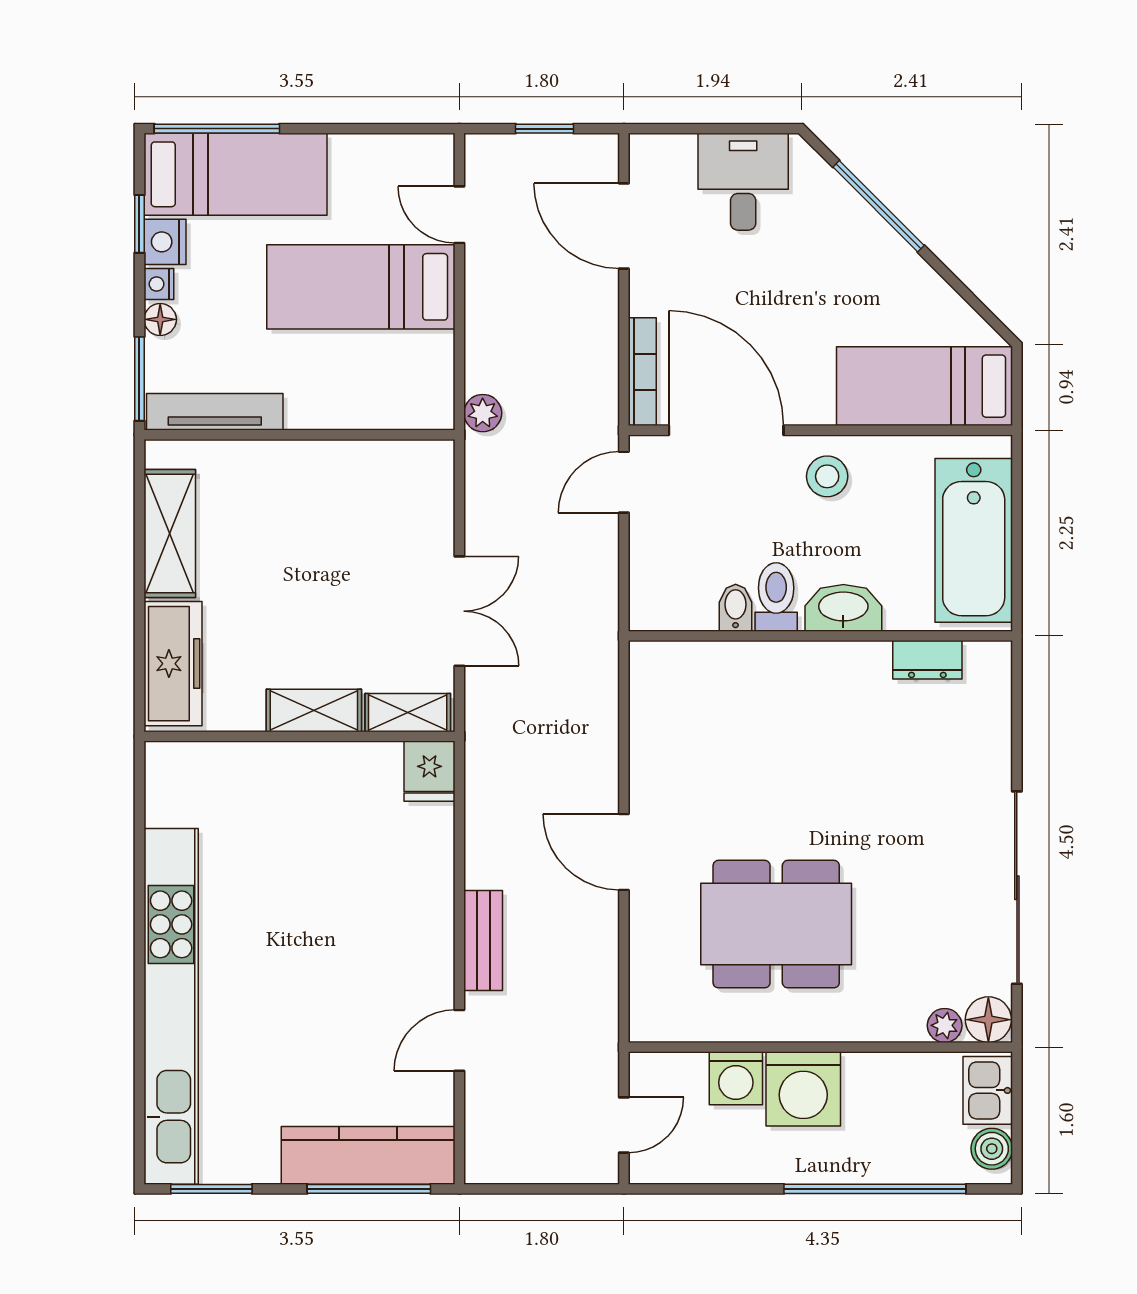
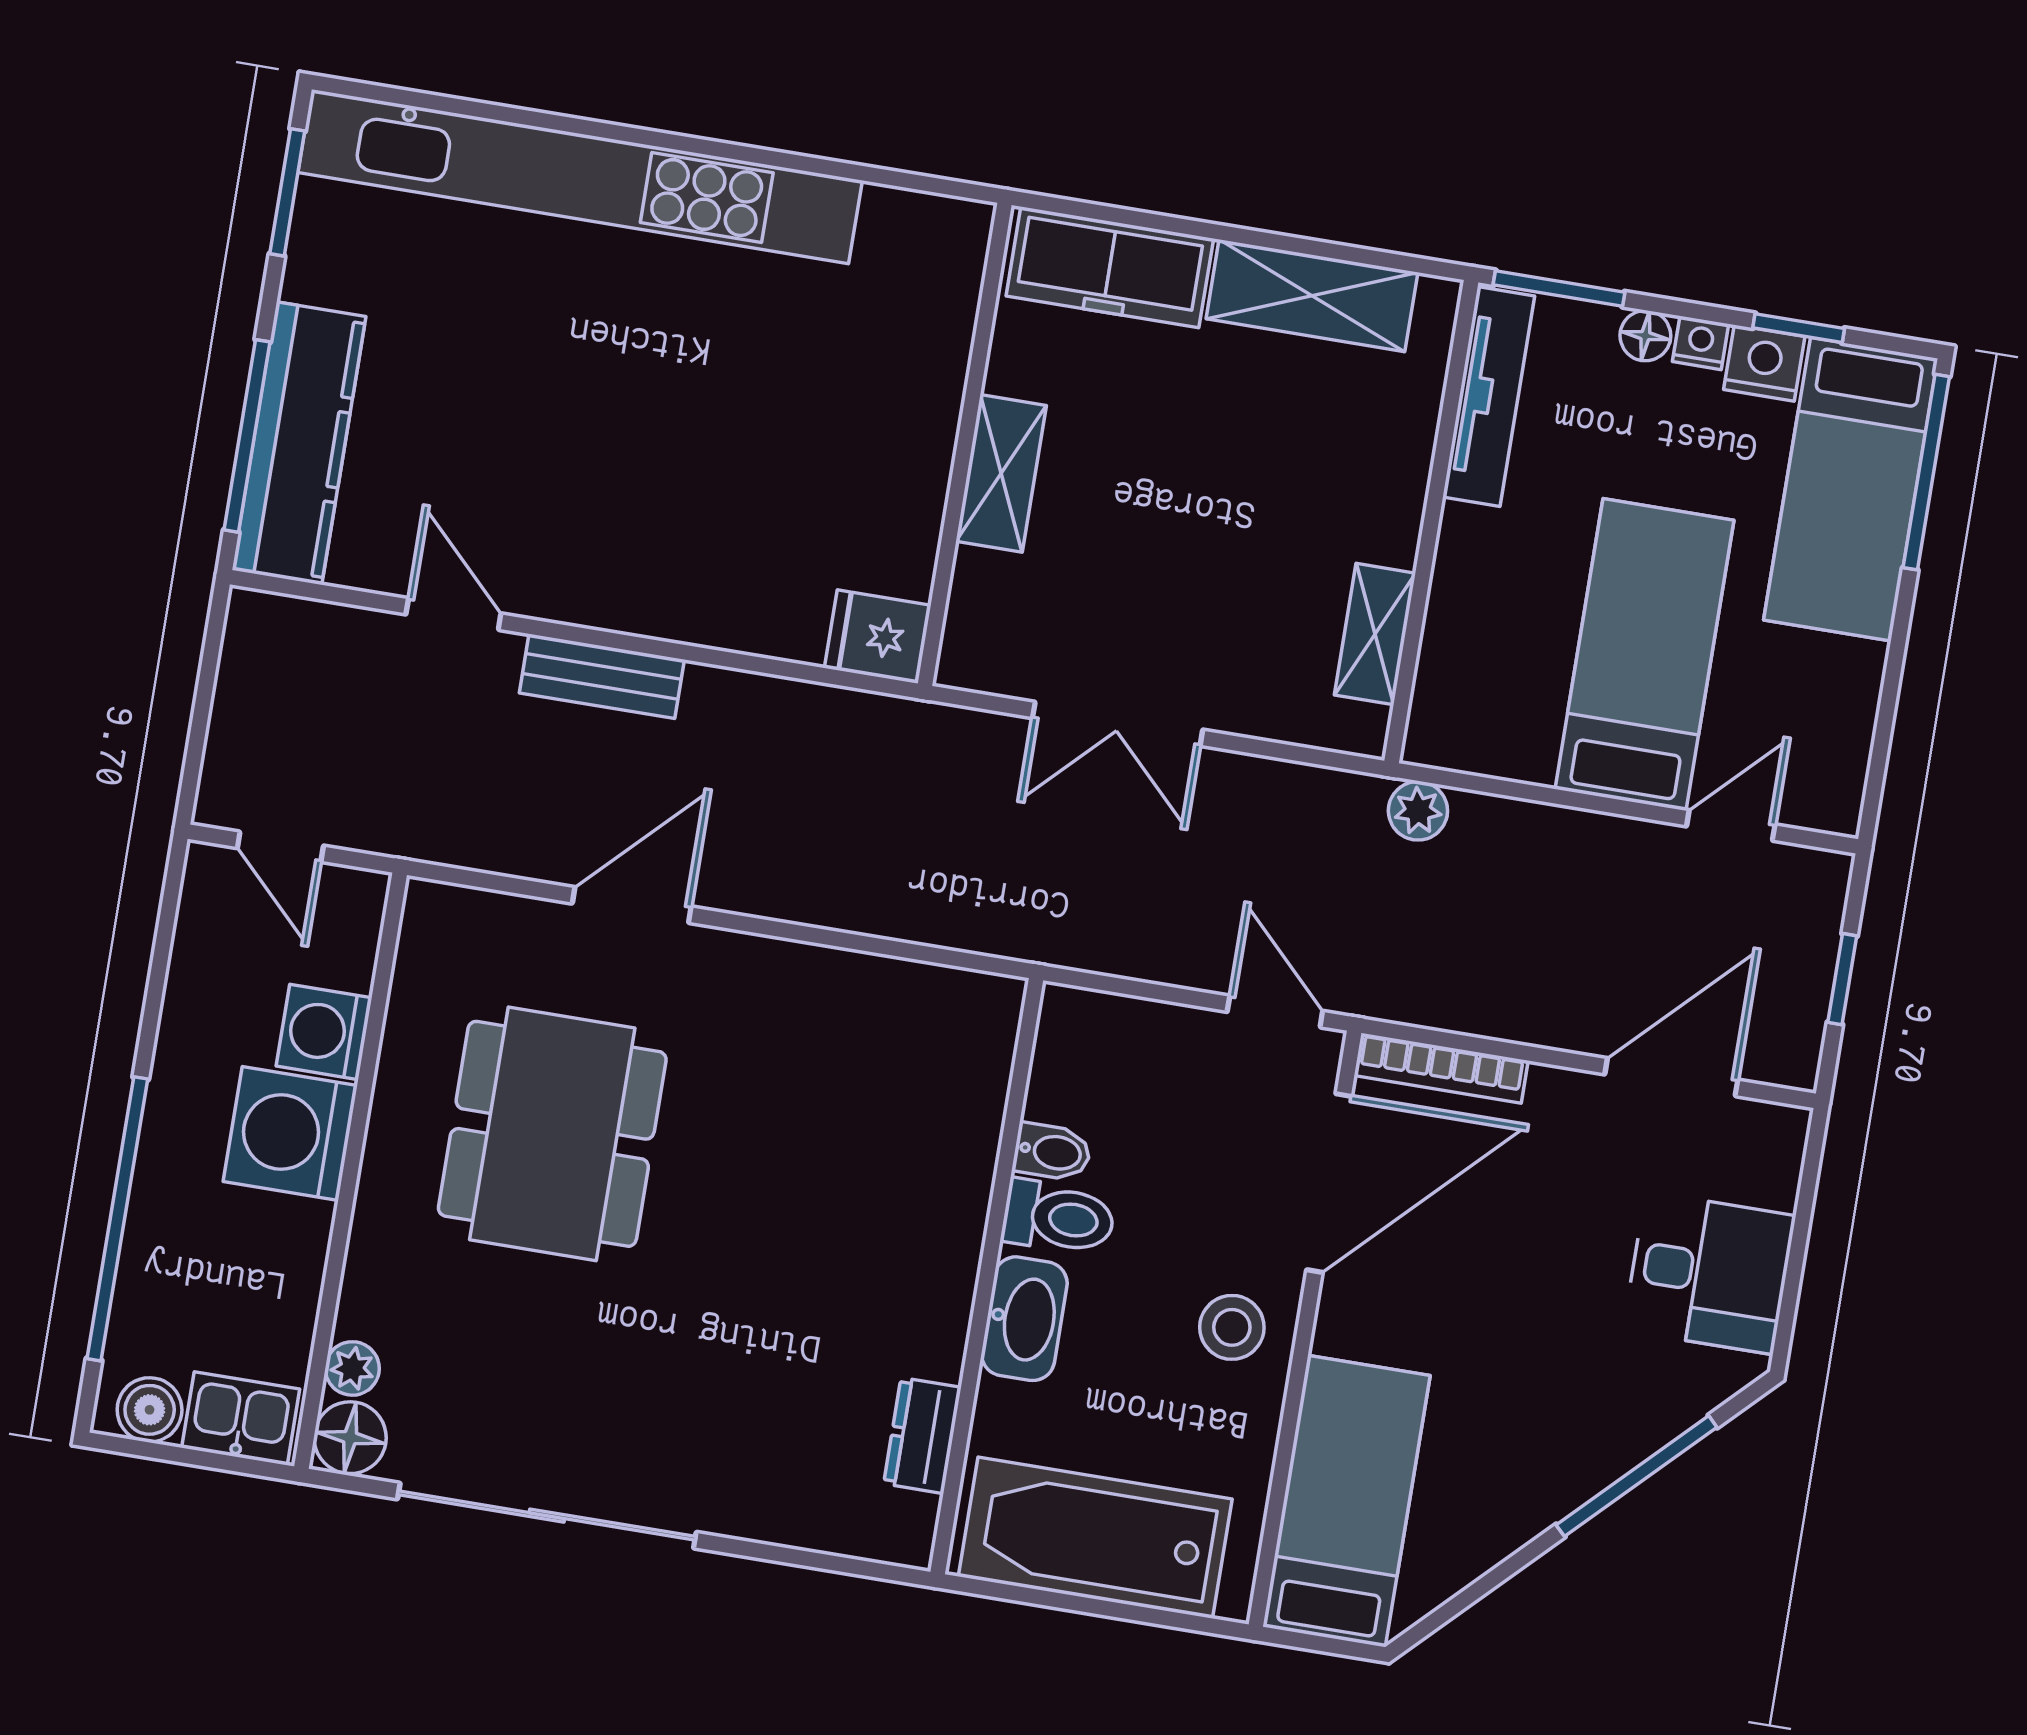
shelving: (408, 713) -> (1375, 634), moved
door: (624, 852) -> (632, 905), moved

